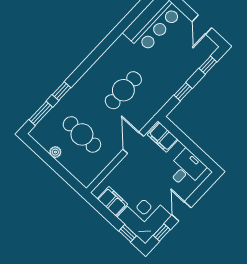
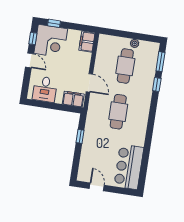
window: (208, 65) -> (76, 164), removed
cafe table: (82, 134) -> (125, 66), turned 90
filing cabinet: (112, 201) -> (87, 42), moved, turned 90

